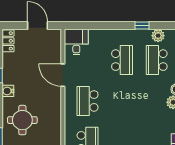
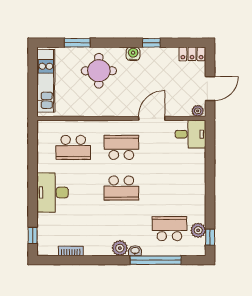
window: (142, 26) -> (210, 237), moved
plant: (57, 36) -> (198, 111), added
school desk: (122, 60) -> (121, 188), moved

